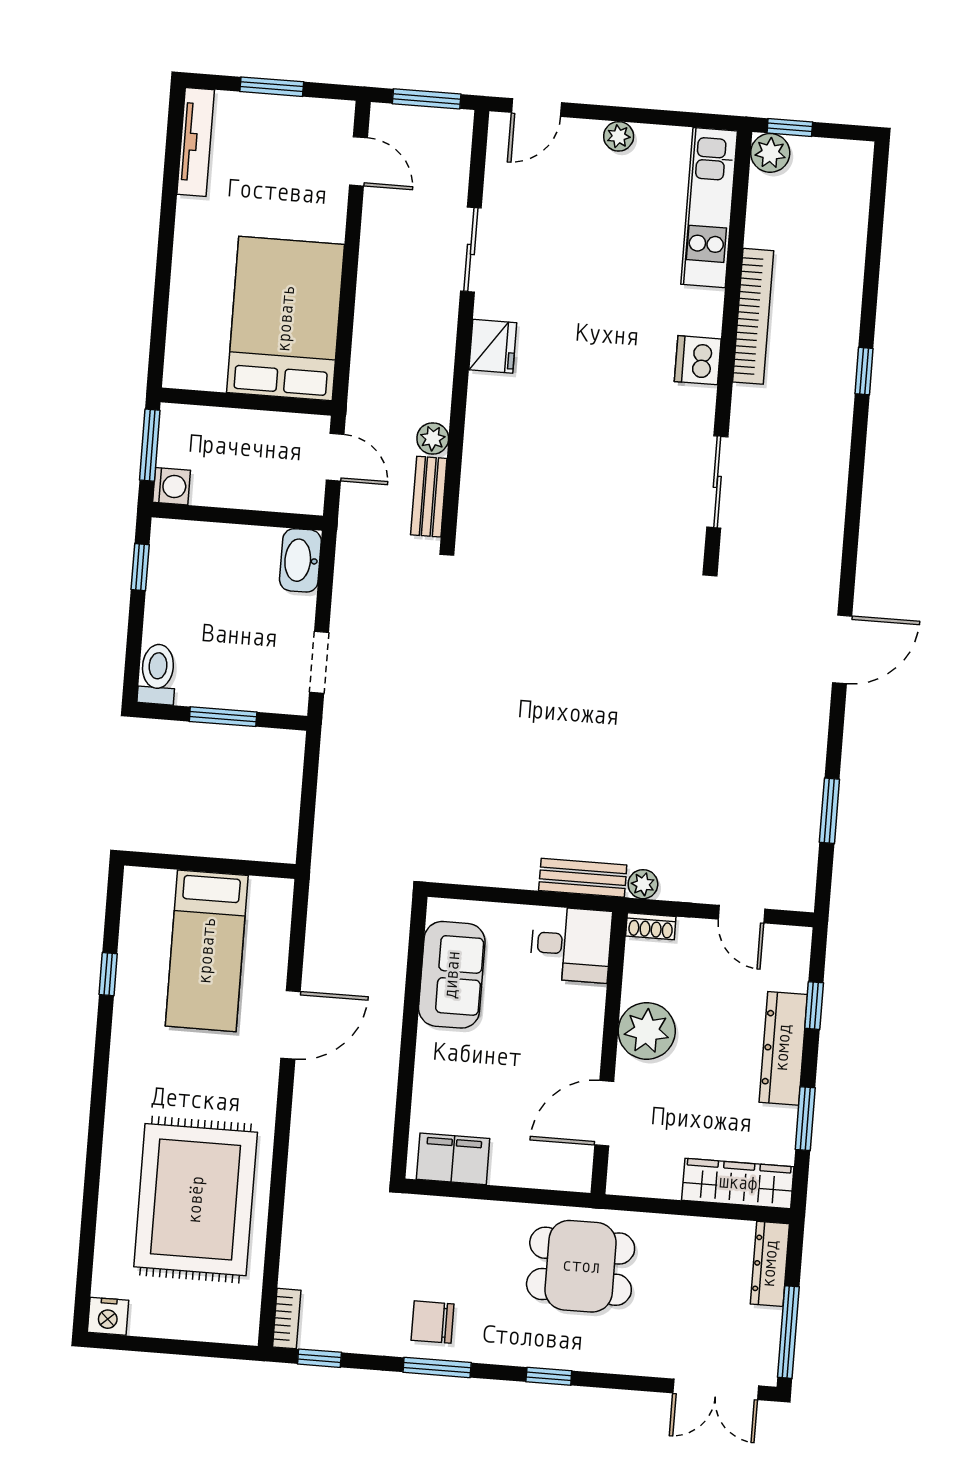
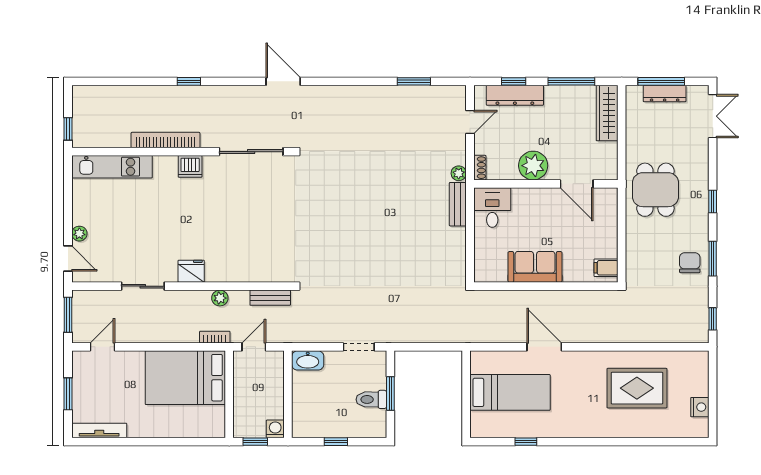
plant: (619, 136) -> (79, 234), moved
plant: (770, 153) -> (82, 138), removed
plant: (433, 438) -> (220, 298), moved
window: (150, 445) -> (255, 442), width x0.67
sliding door: (717, 482) -> (251, 152), width x1.37
window: (140, 567) -> (336, 442), moved
door: (842, 649) -> (283, 81), moved
toilet: (157, 674) -> (371, 399), moved
sofa: (452, 975) -> (535, 267), moved
dresser: (783, 1048) -> (515, 95), moved
window: (805, 1119) -> (571, 81), width x1.44
filing cabinet: (453, 1159) -> (606, 268), width x0.50
rug: (196, 1200) -> (637, 388), width x0.73, depth x0.69
dresser: (770, 1264) -> (665, 94), moved
nightstand: (108, 1316) -> (700, 407), moved
bookcase: (287, 1319) -> (215, 337), moved
chair: (433, 1322) -> (690, 263), turned 180
window: (788, 1332) -> (661, 81), moved

